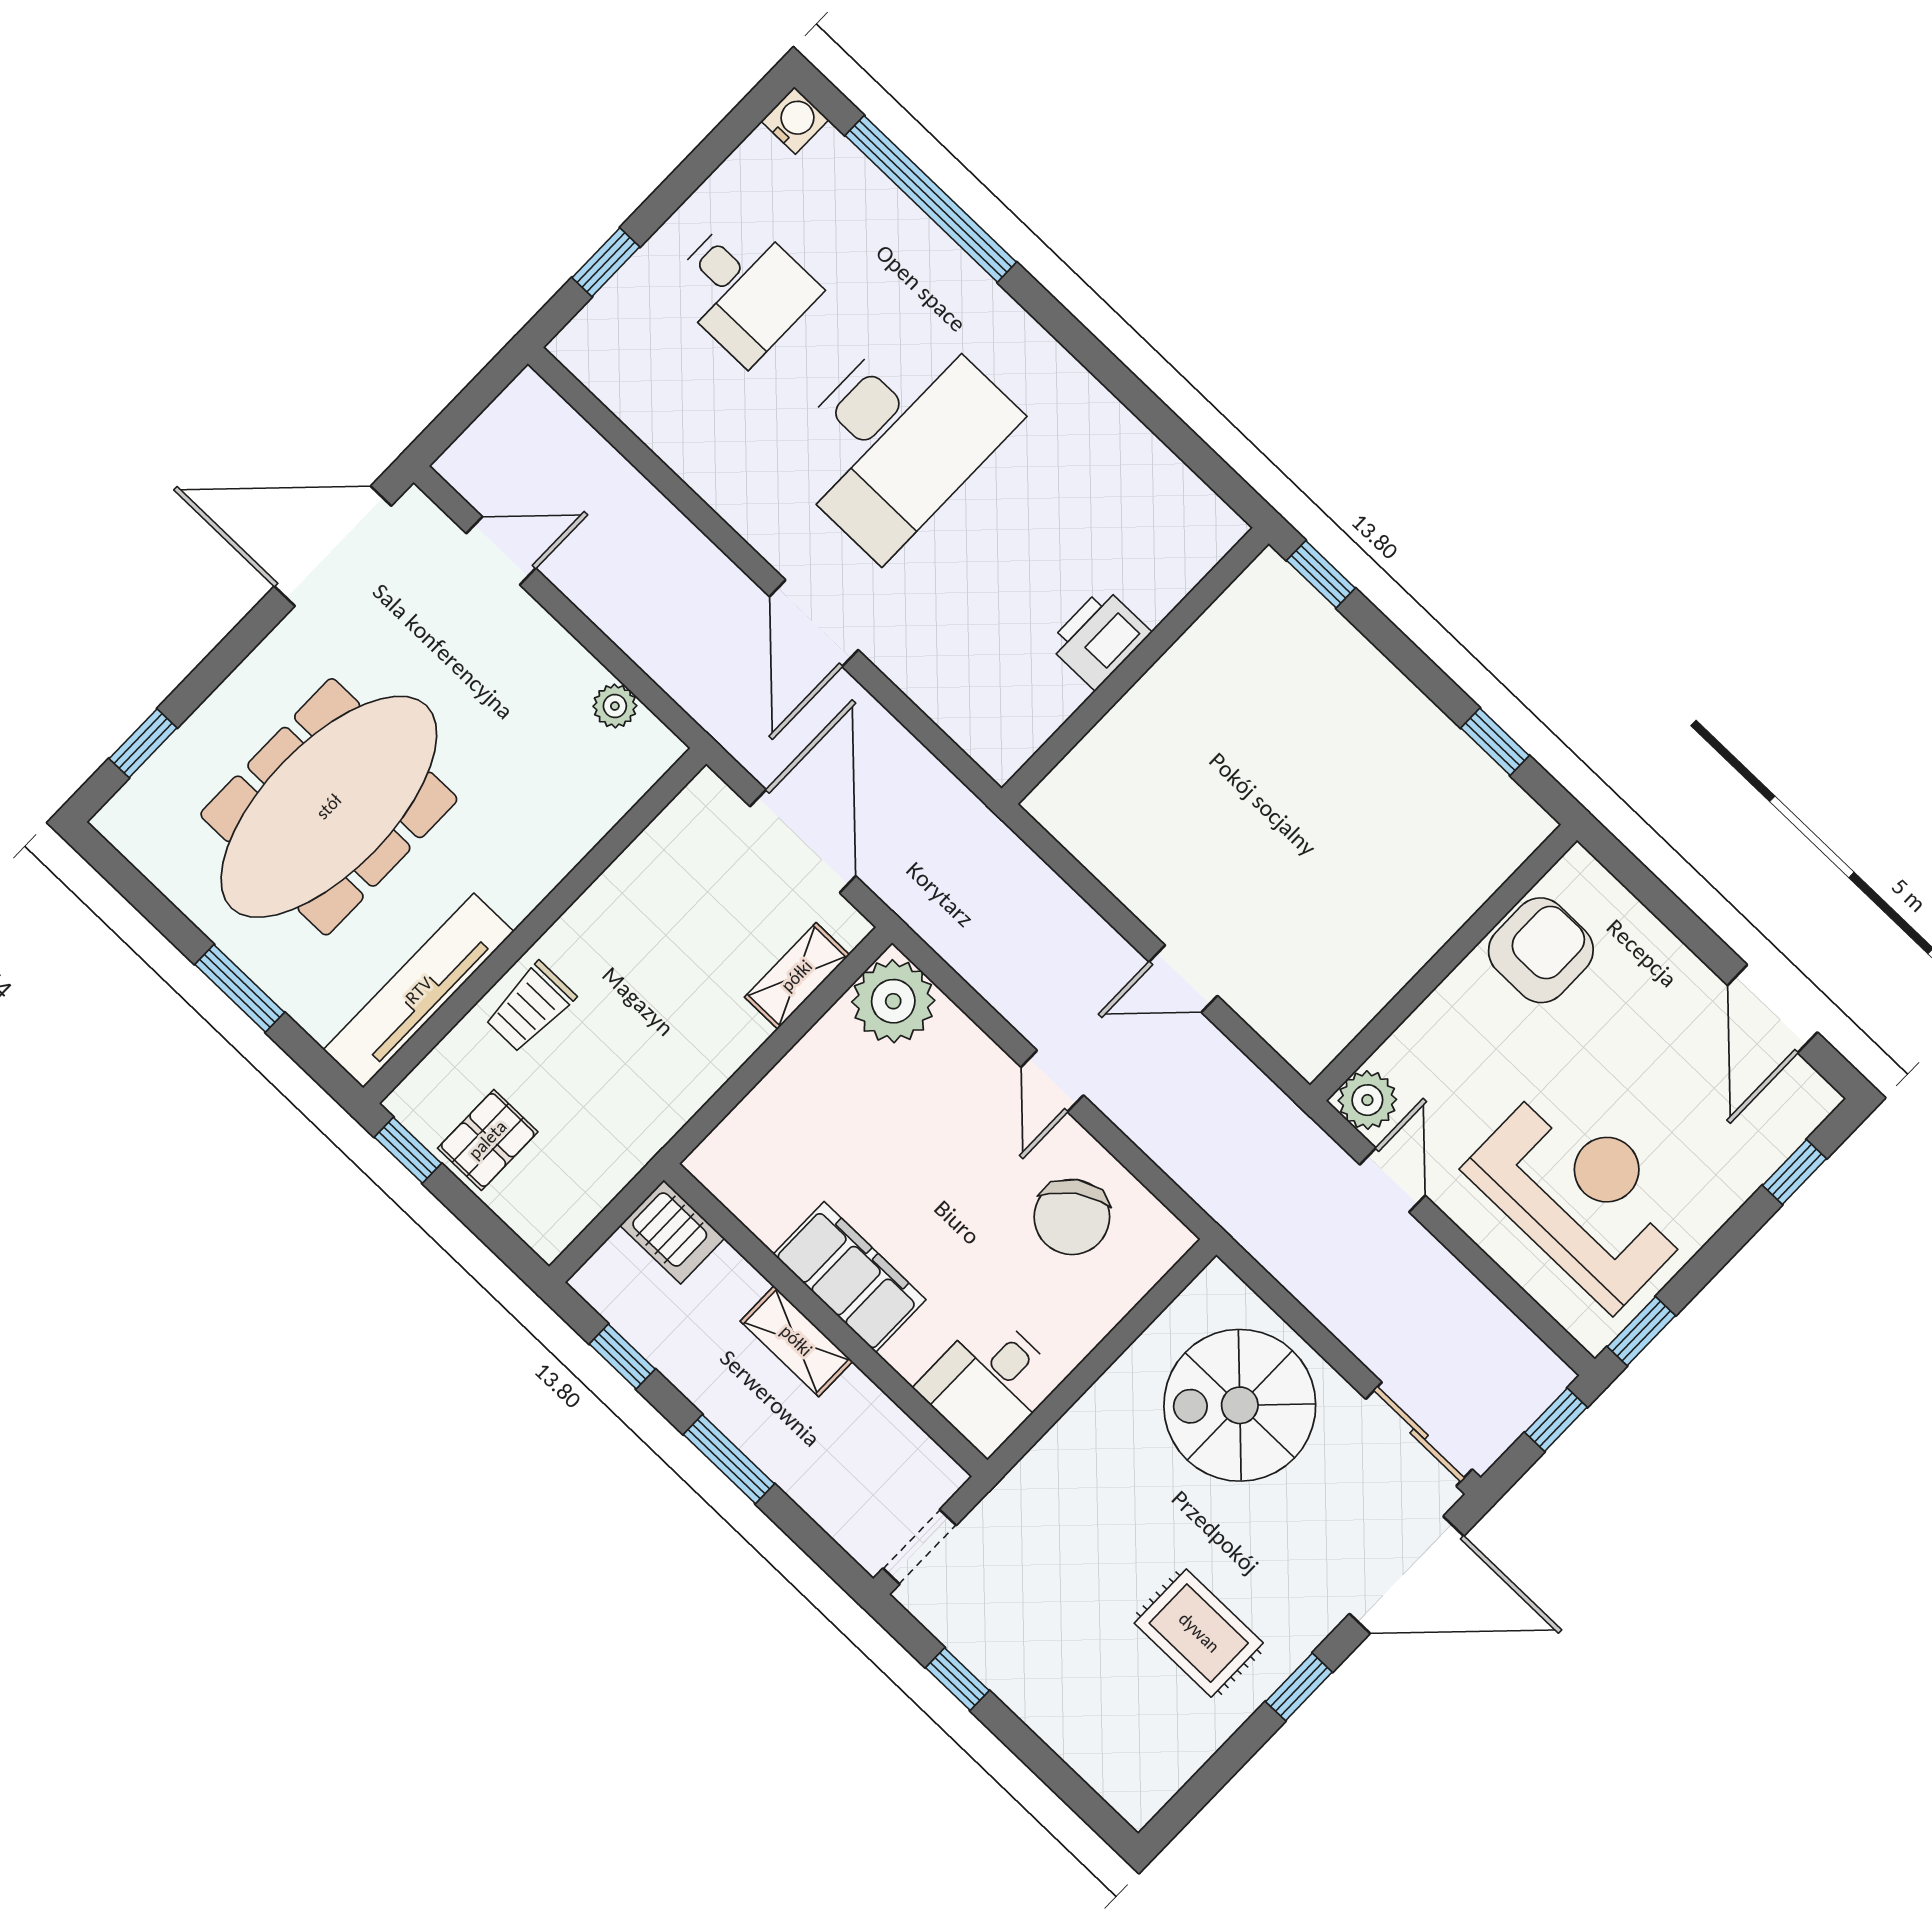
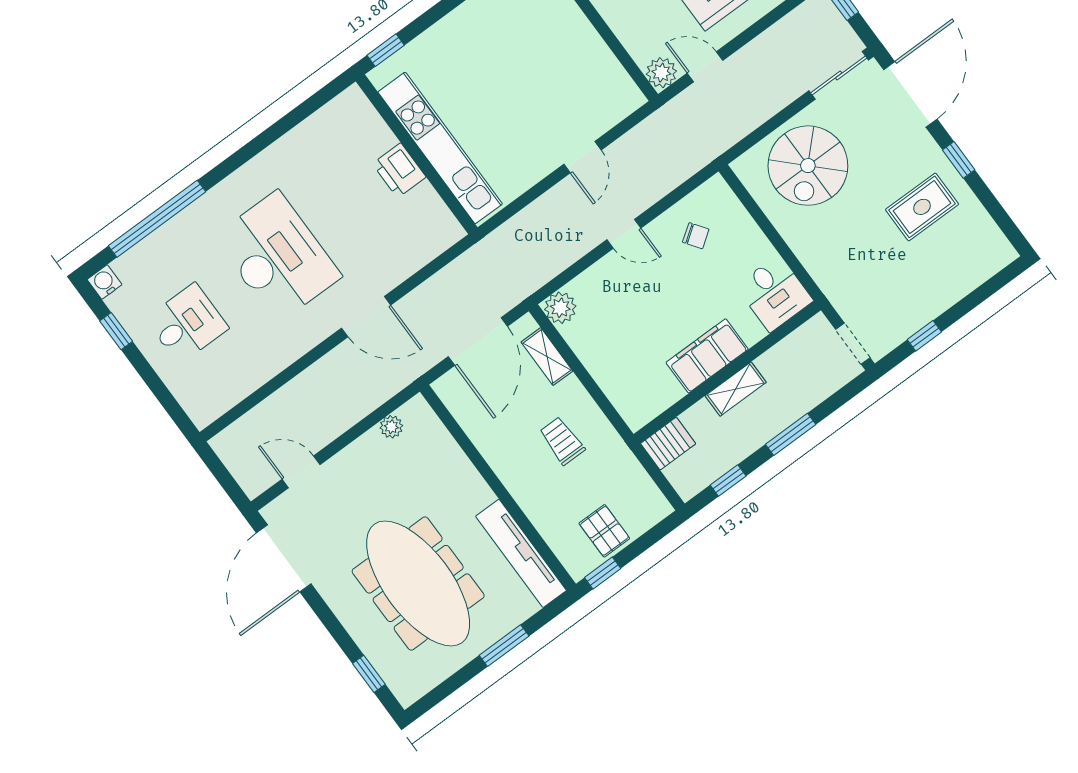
window: (606, 262) -> (116, 331), moved
door: (501, 551) -> (301, 472), hinge flipped
kitchen unit: (1155, 708) -> (440, 148), added
door: (803, 841) -> (478, 342), swing flipped
plant: (893, 1001) -> (560, 308), width x0.73, depth x0.73
trolley: (530, 1007) -> (562, 441), moved, turned 180
chair: (1072, 1217) -> (696, 236), width x0.54, depth x0.54

